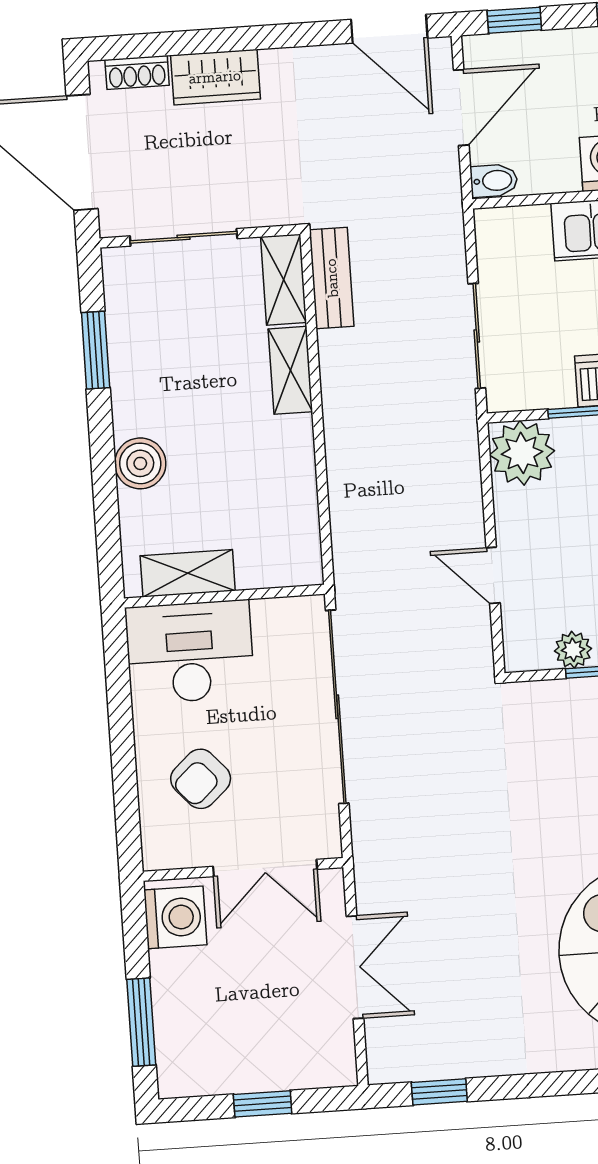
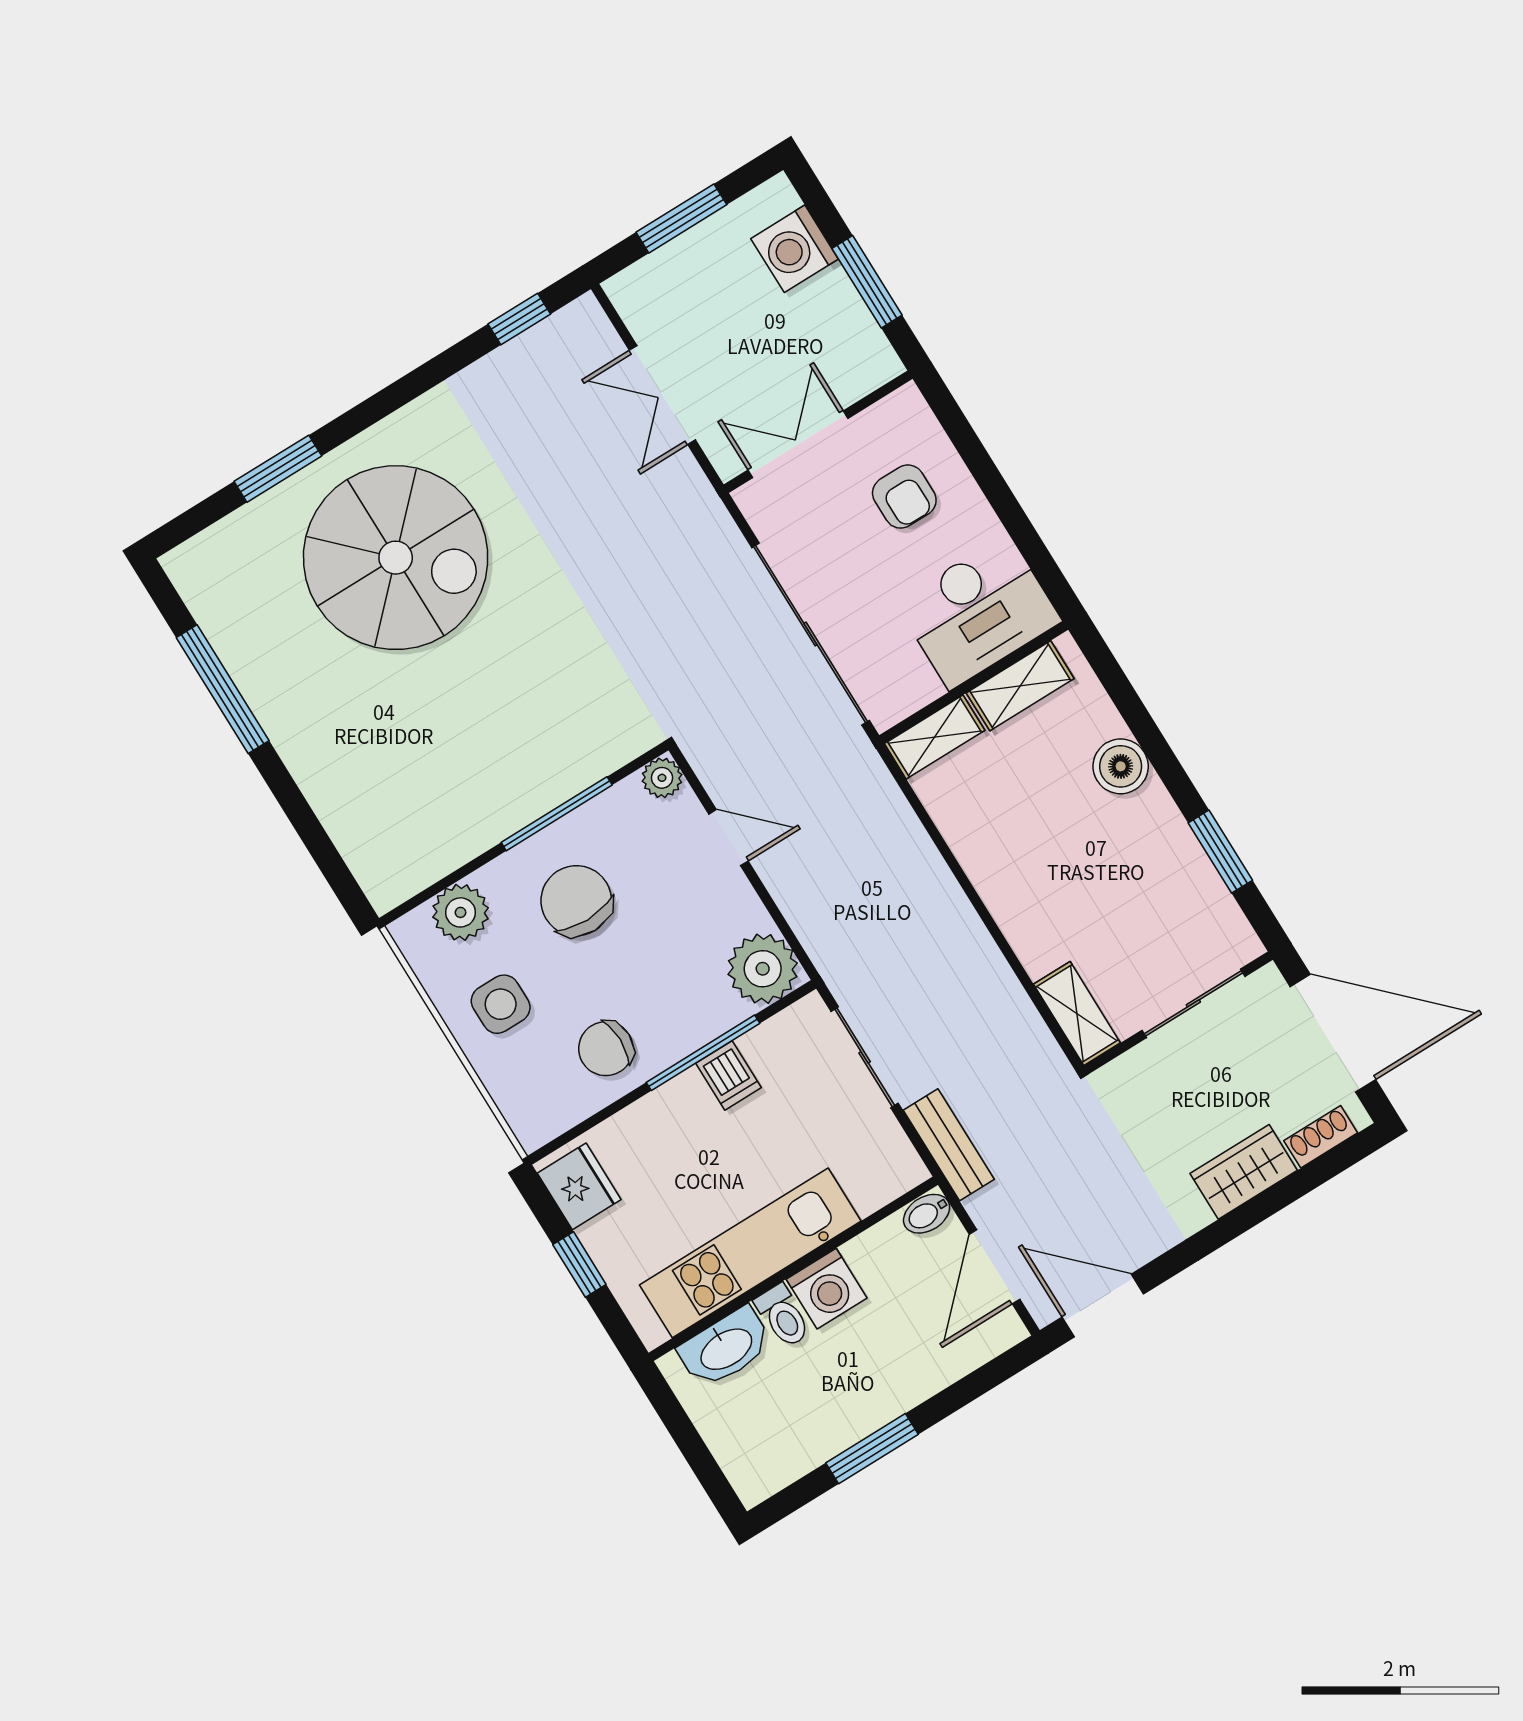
window: (514, 20) -> (988, 1377), removed
bench: (332, 278) -> (949, 1145), moved
shelving: (290, 370) -> (935, 737), moved, turned 90
plant: (573, 650) -> (662, 778), moved
armchair: (201, 779) -> (904, 497), turned 132
washing machine: (175, 917) -> (795, 249), moved
window: (141, 1022) -> (867, 282), moved
window: (263, 1104) -> (681, 218), width x1.50

